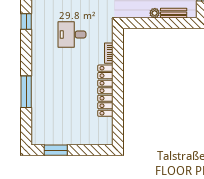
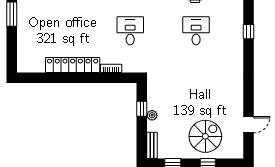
bench: (174, 13) -> (152, 145), moved
window: (148, 23) -> (142, 109), added

